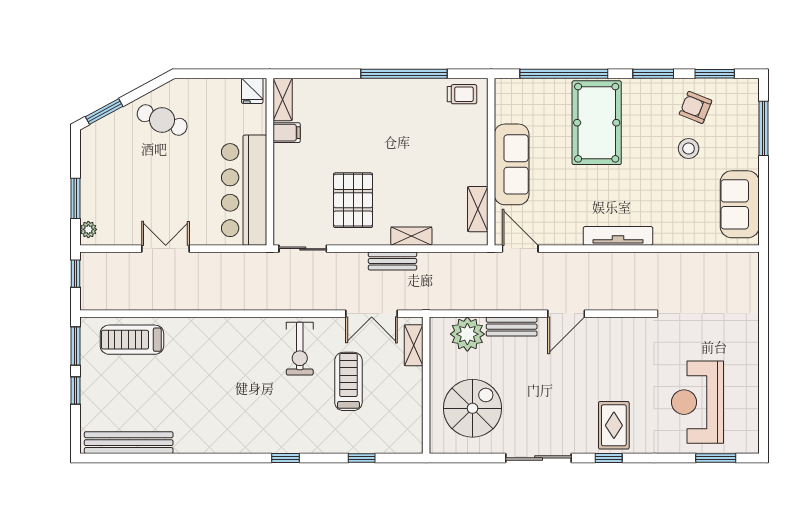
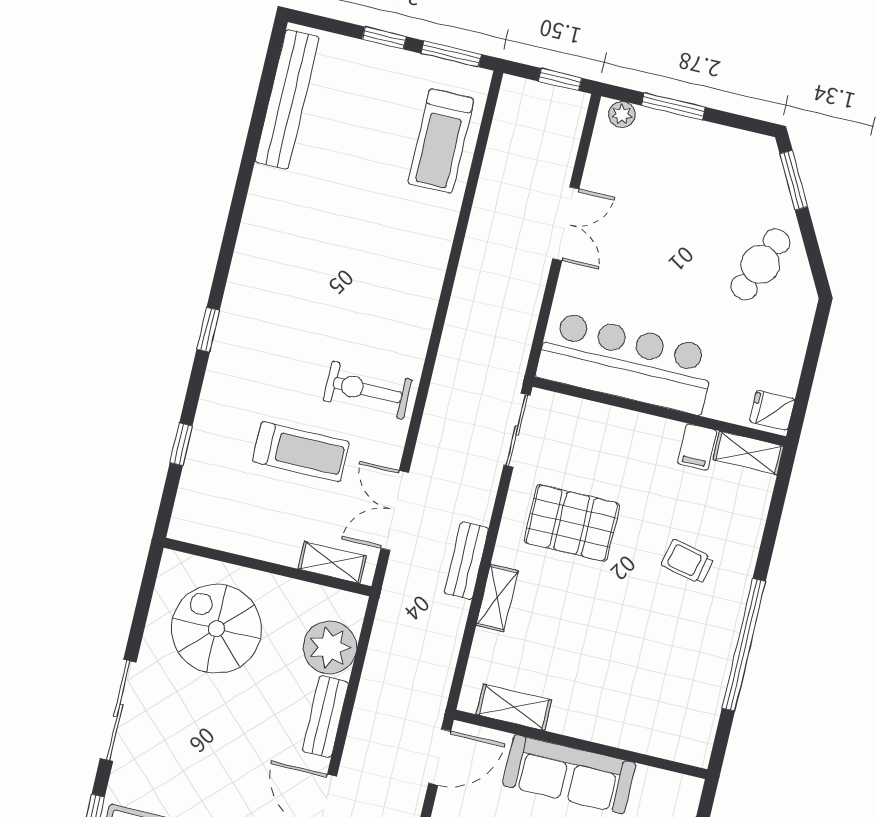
trolley: (462, 94) -> (687, 562), moved, turned 103
treadmill: (132, 340) -> (441, 141), turned 180
spiral stairs: (473, 408) -> (216, 629), turned 180

